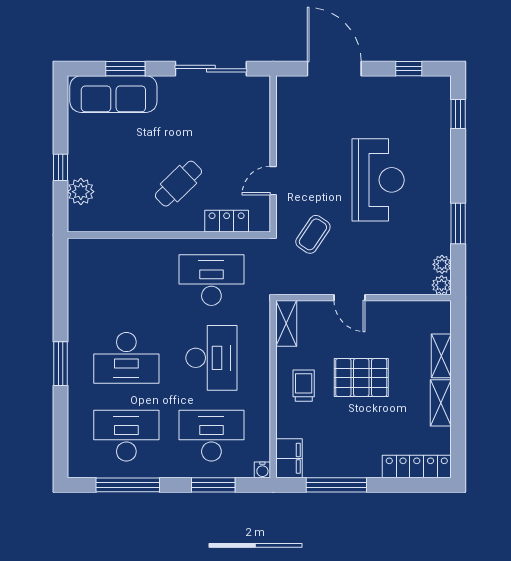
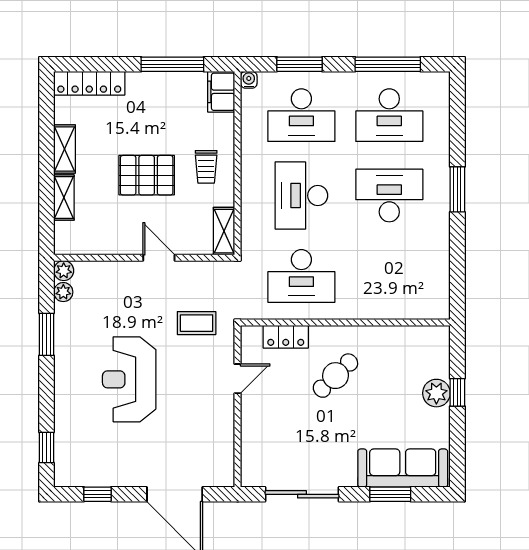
plant: (81, 192) -> (436, 393), moved
coffee table: (313, 234) -> (197, 323), turned 56

